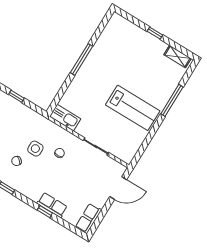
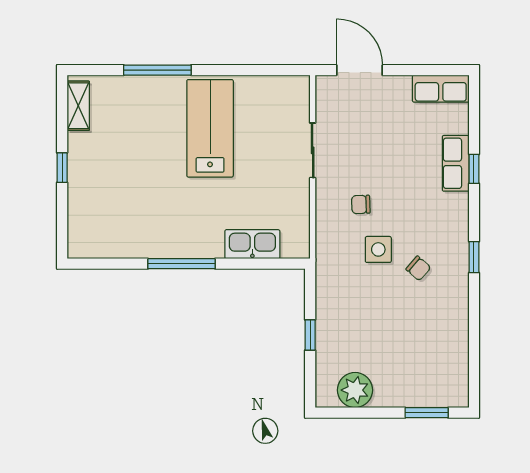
kitchen sink: (65, 118) -> (252, 244), moved, turned 90

